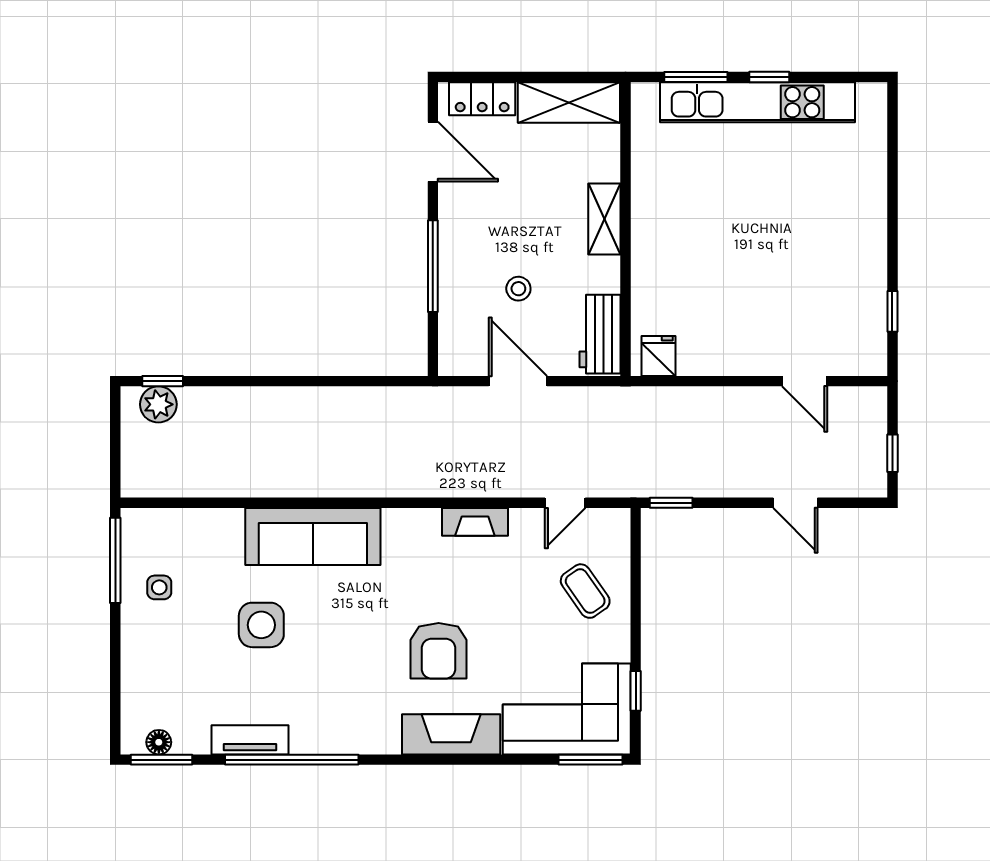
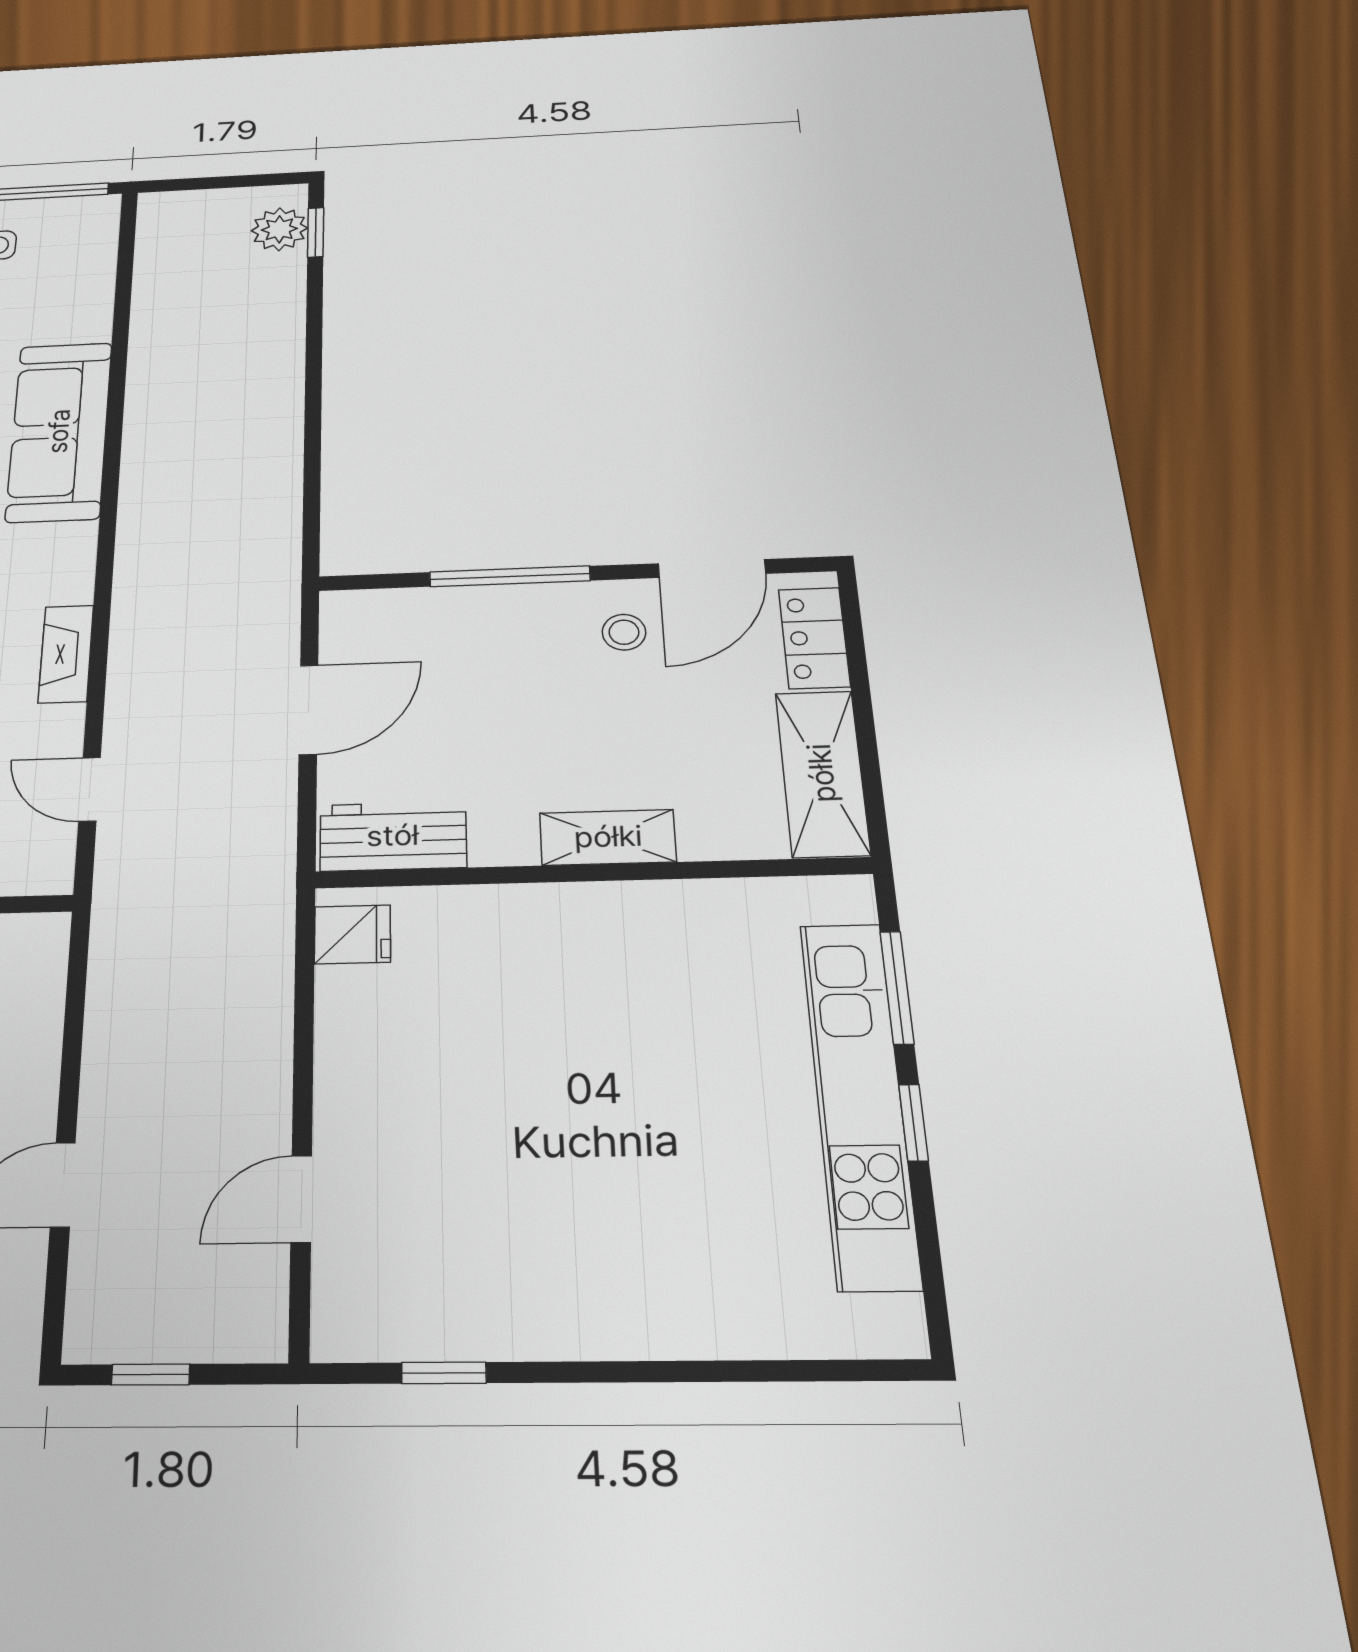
stool: (518, 289) -> (624, 632), moved
window: (671, 503) -> (78, 962), removed

